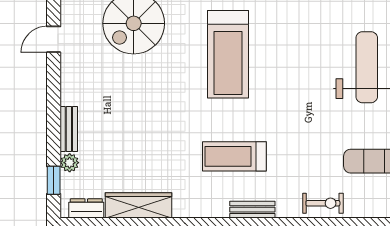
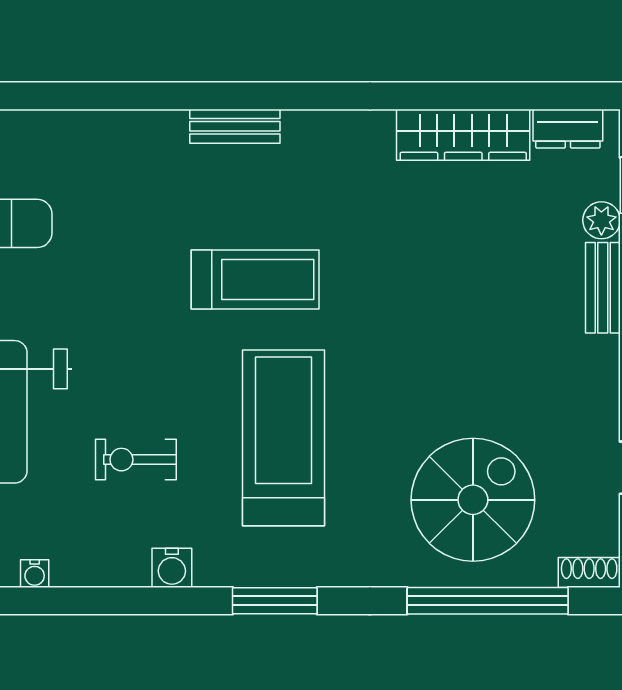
treadmill: (234, 156) -> (255, 280), moved
exercise bike: (323, 203) -> (136, 460), moved

